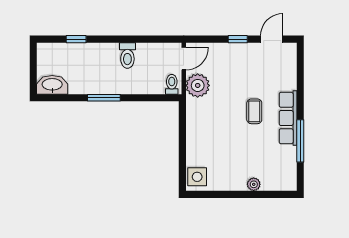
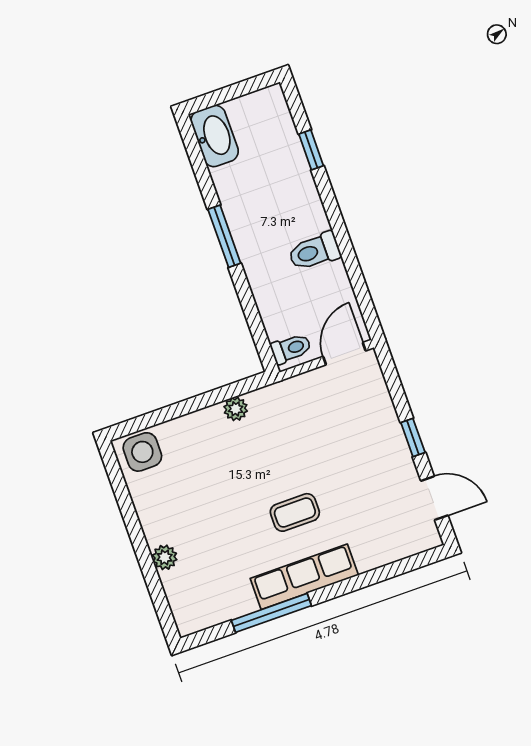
door: (184, 59) -> (344, 354), swing flipped
plant: (198, 85) -> (236, 409), moved, width x0.53, depth x0.53

